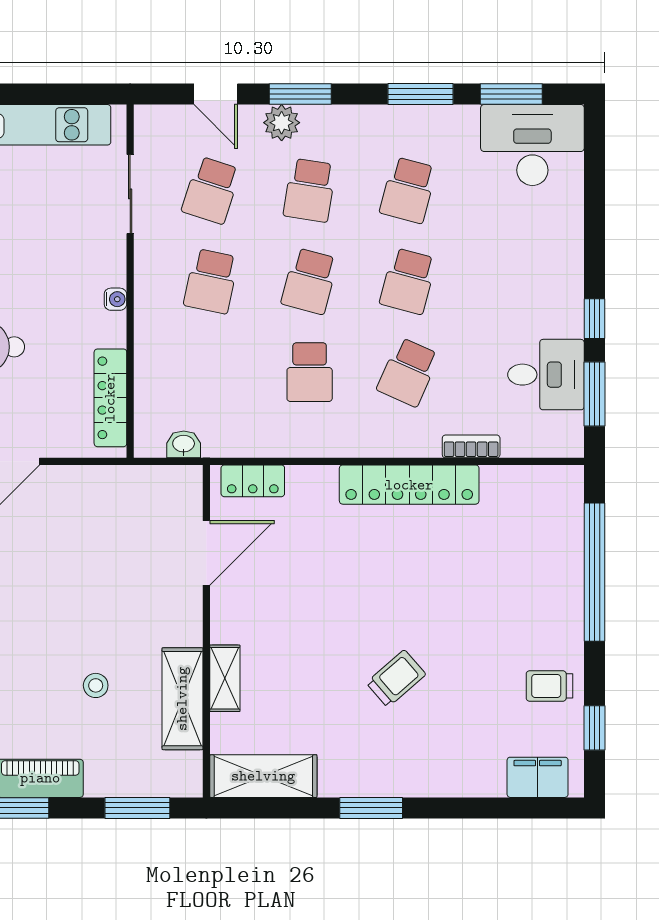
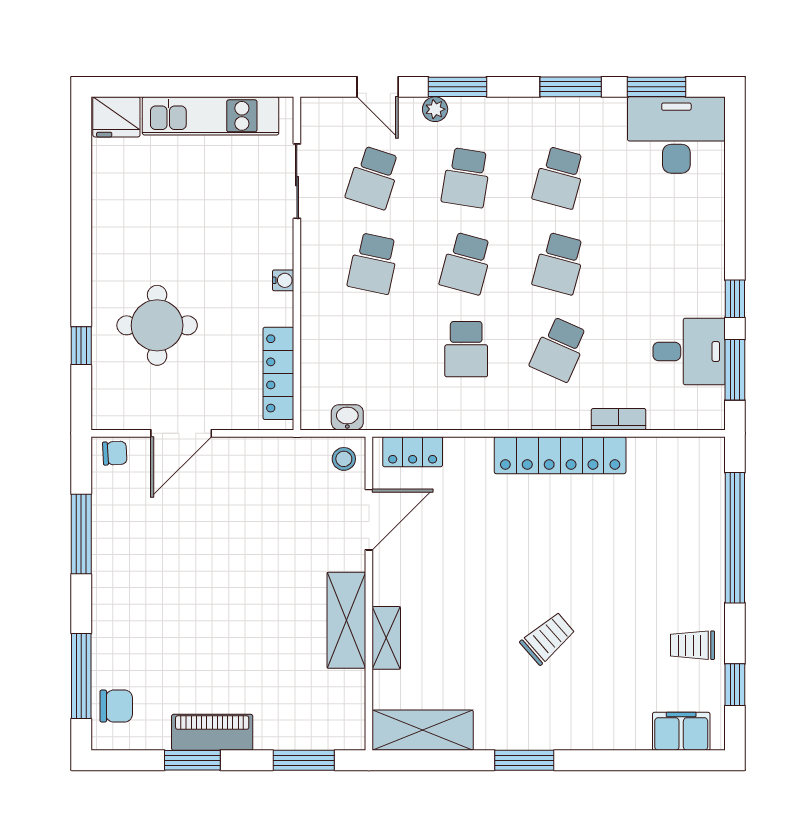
plant: (282, 123) -> (435, 109), width x0.73, depth x0.73
stool: (96, 685) -> (344, 459), moved
shelving: (182, 699) -> (346, 620), moved

